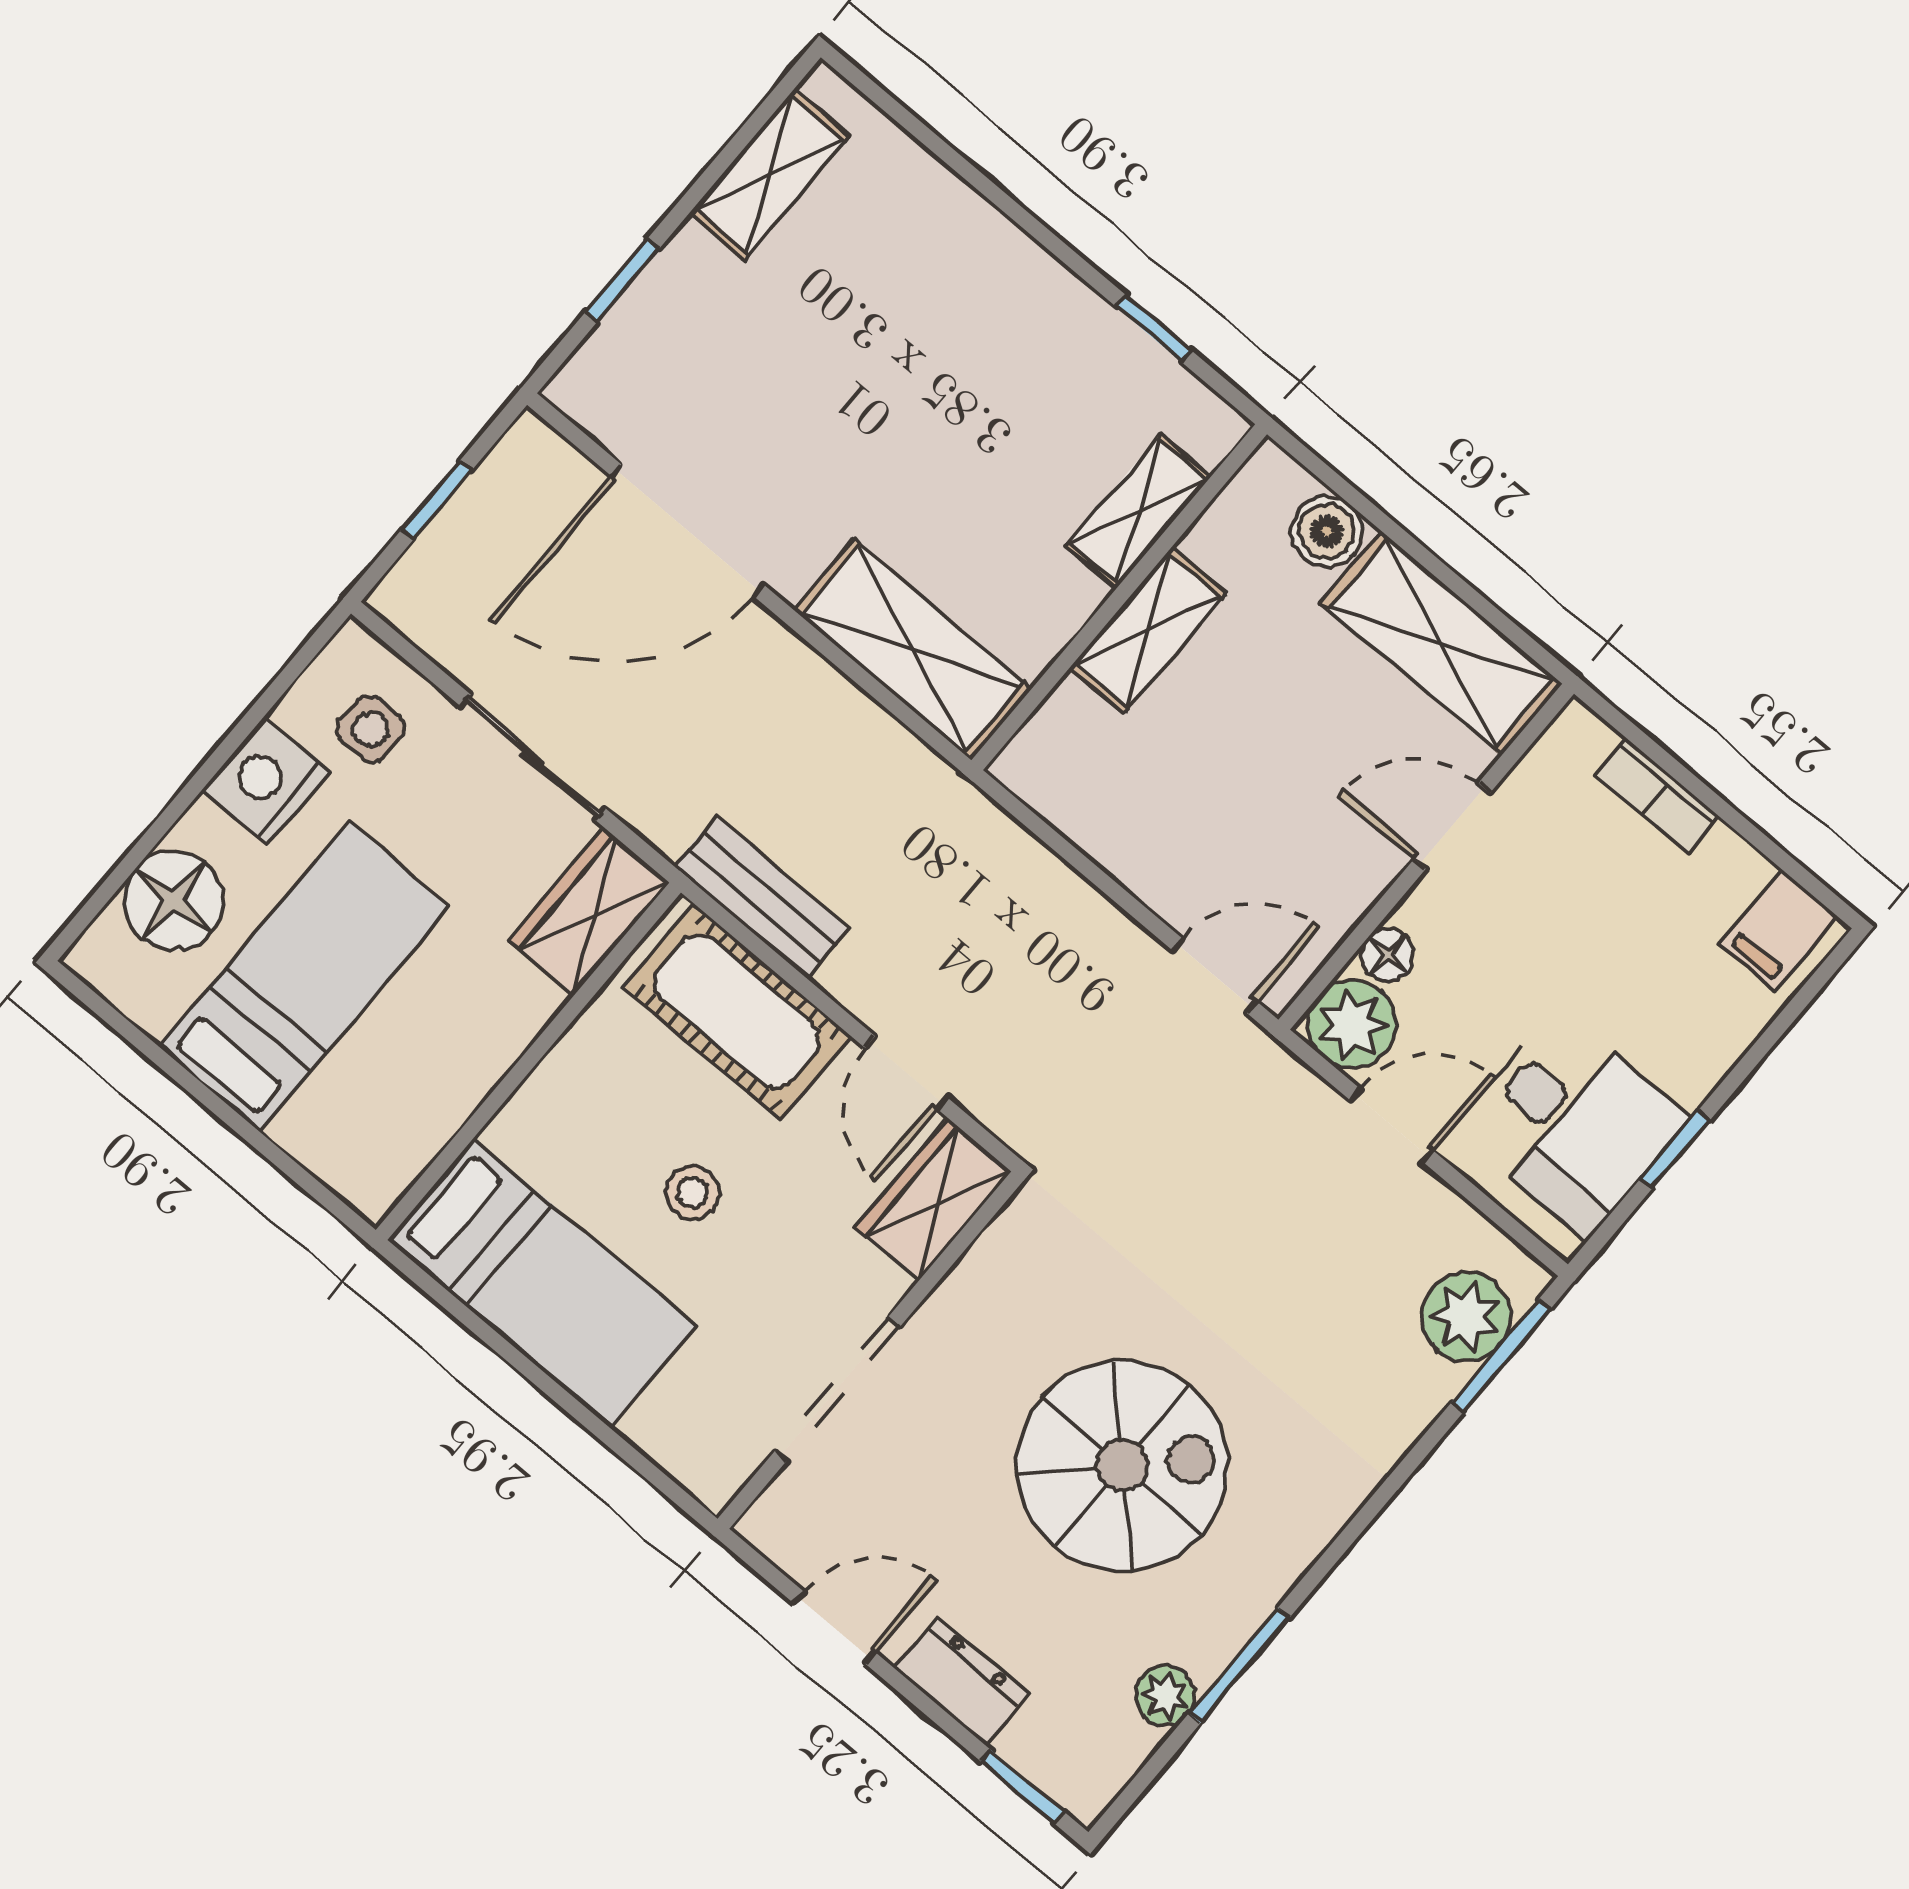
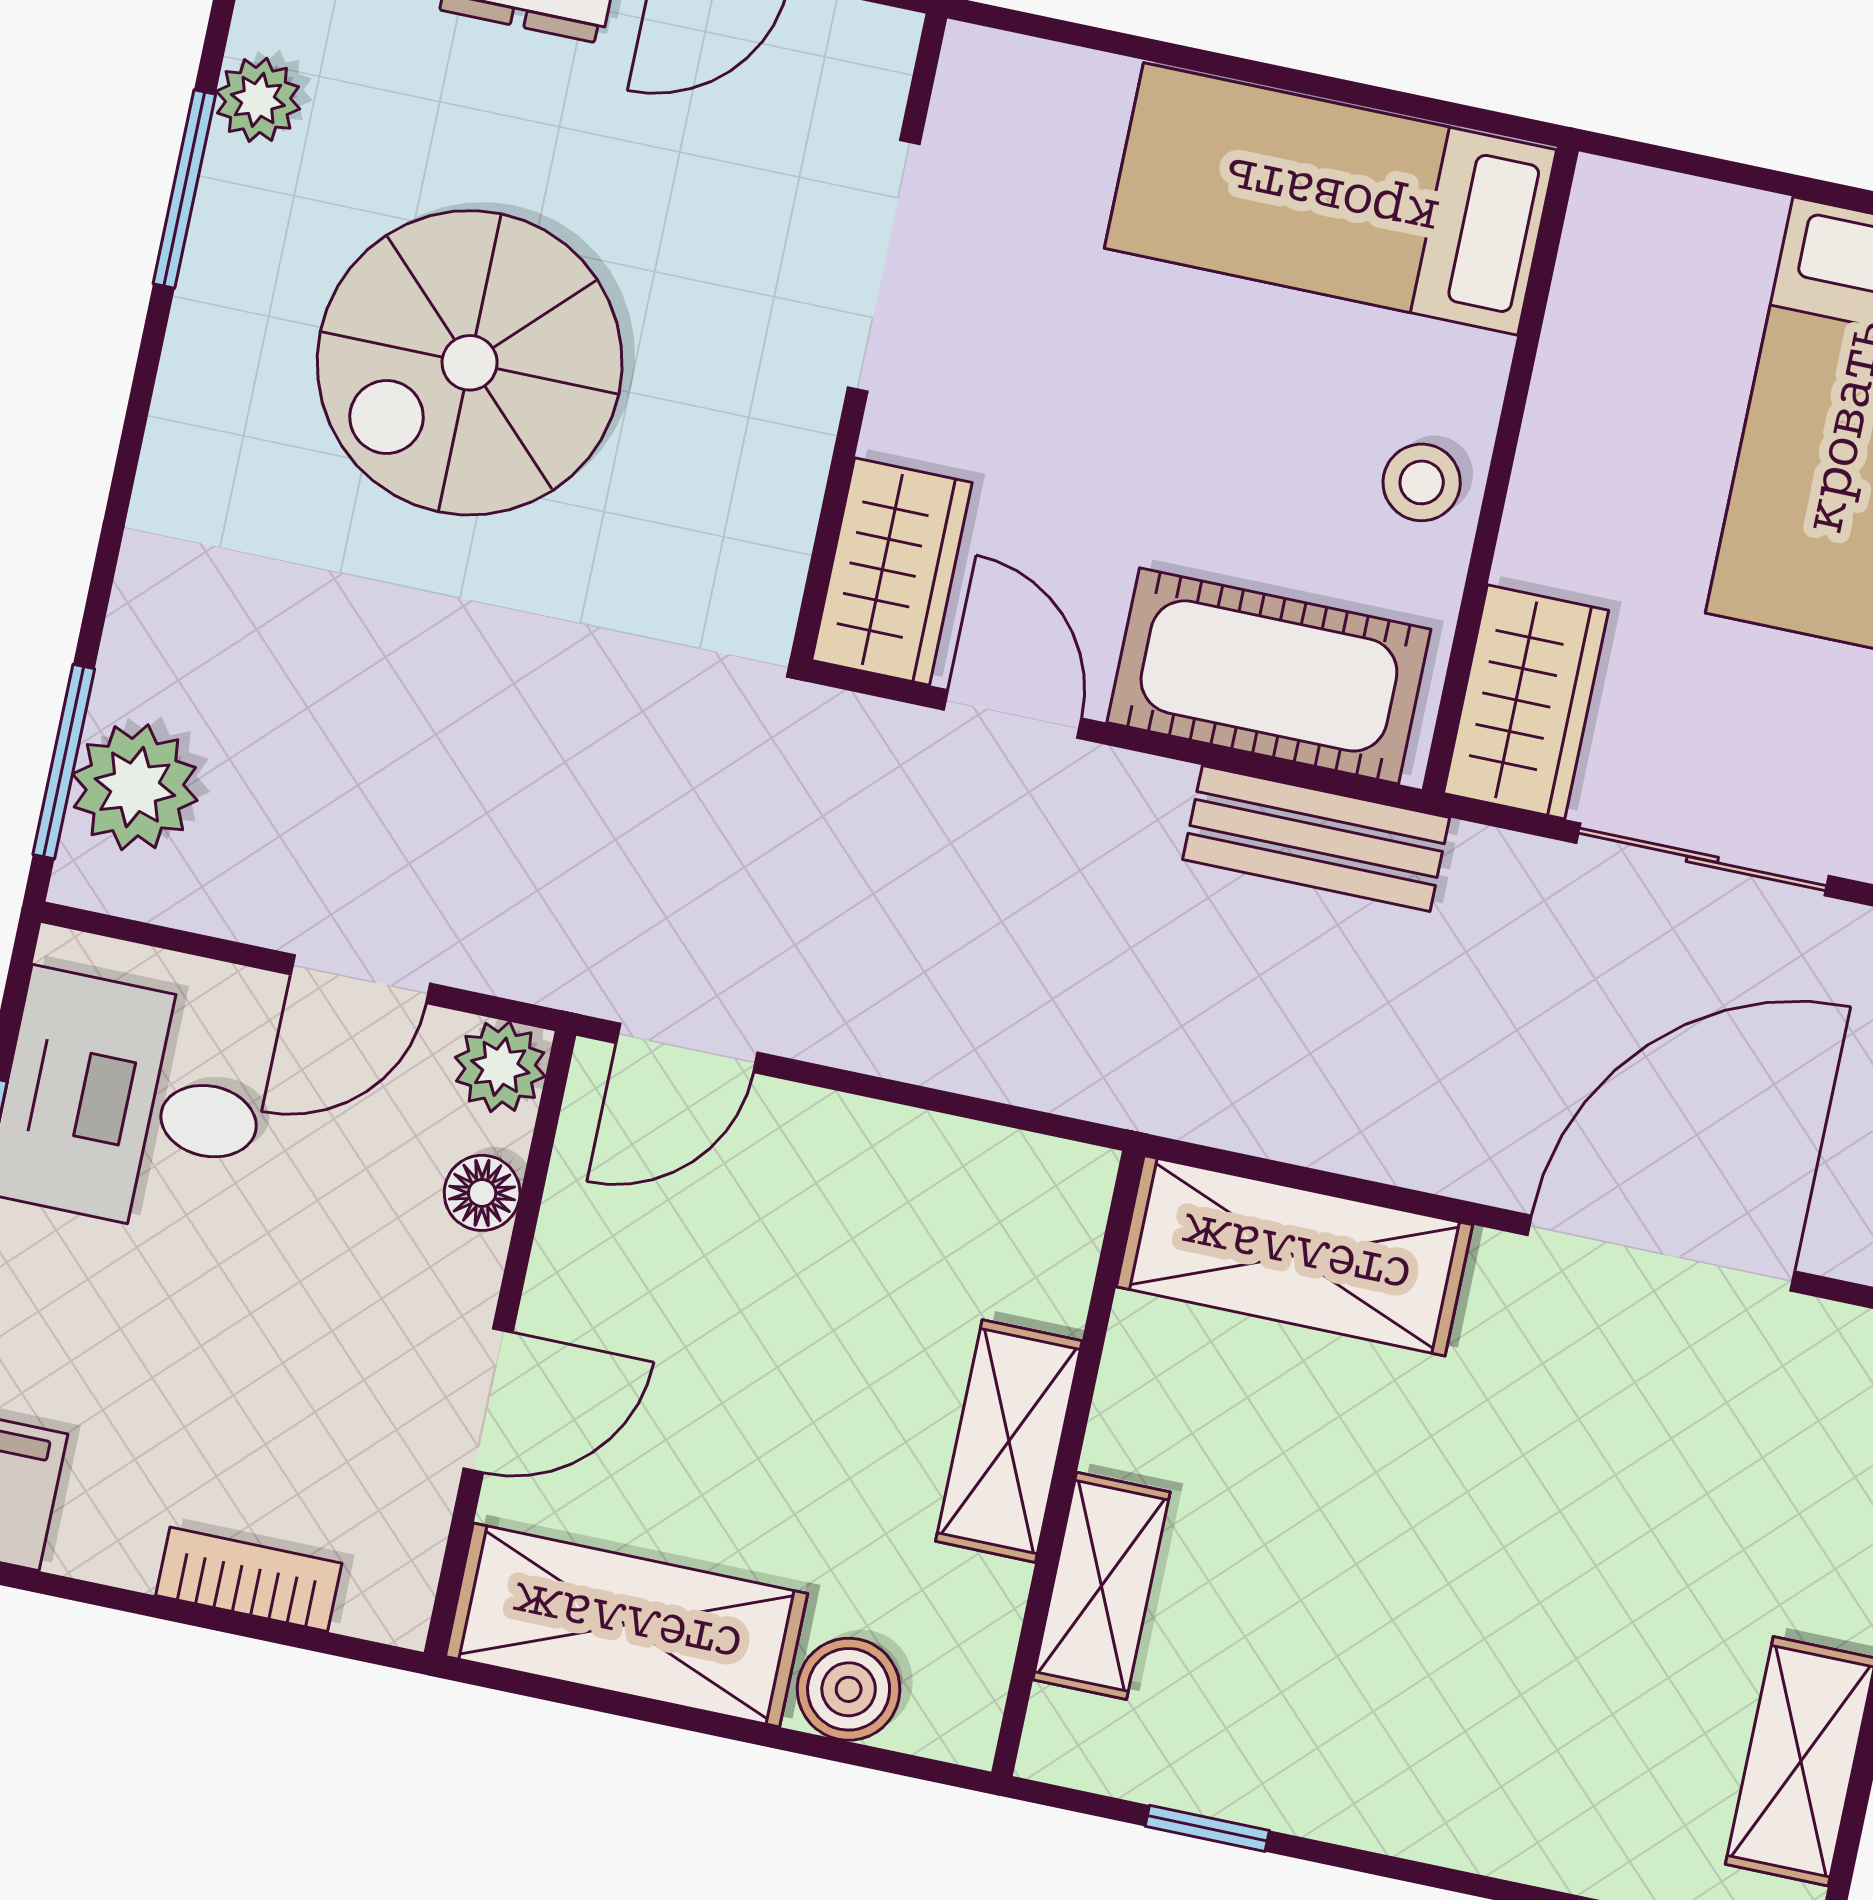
plant: (1352, 1024) -> (500, 1067), width x0.73, depth x0.73
stool: (692, 1193) -> (1422, 482), moved

